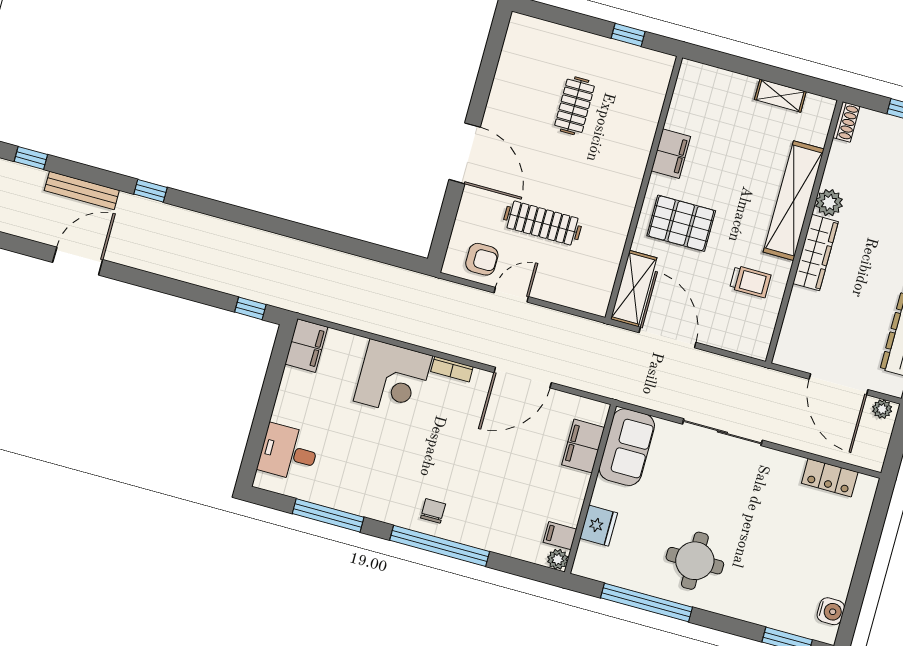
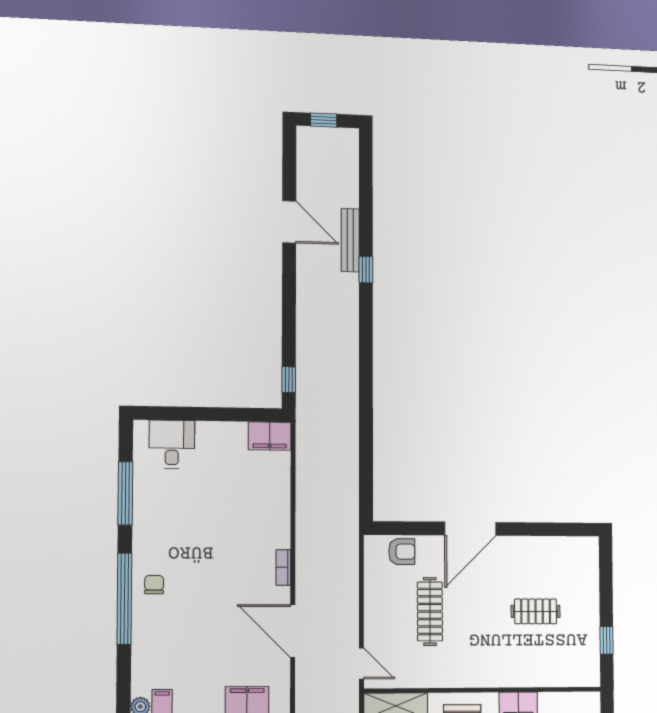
window: (31, 158) -> (366, 162), removed
bench: (82, 190) -> (350, 240), moved
armchair: (482, 259) -> (402, 552), moved, turned -90
door: (511, 295) -> (361, 663), moved
corner desk: (393, 378) -> (261, 518), removed
chair: (433, 511) -> (154, 585), turned -90

